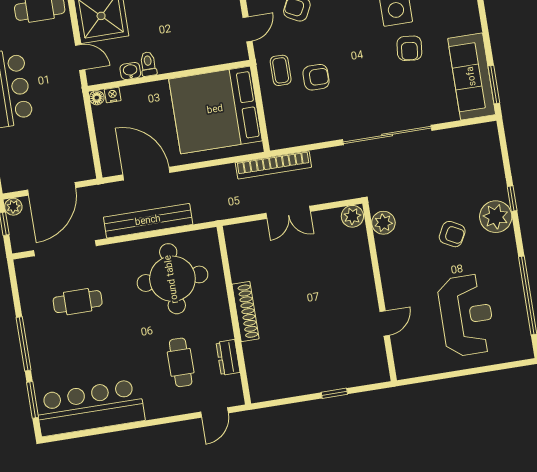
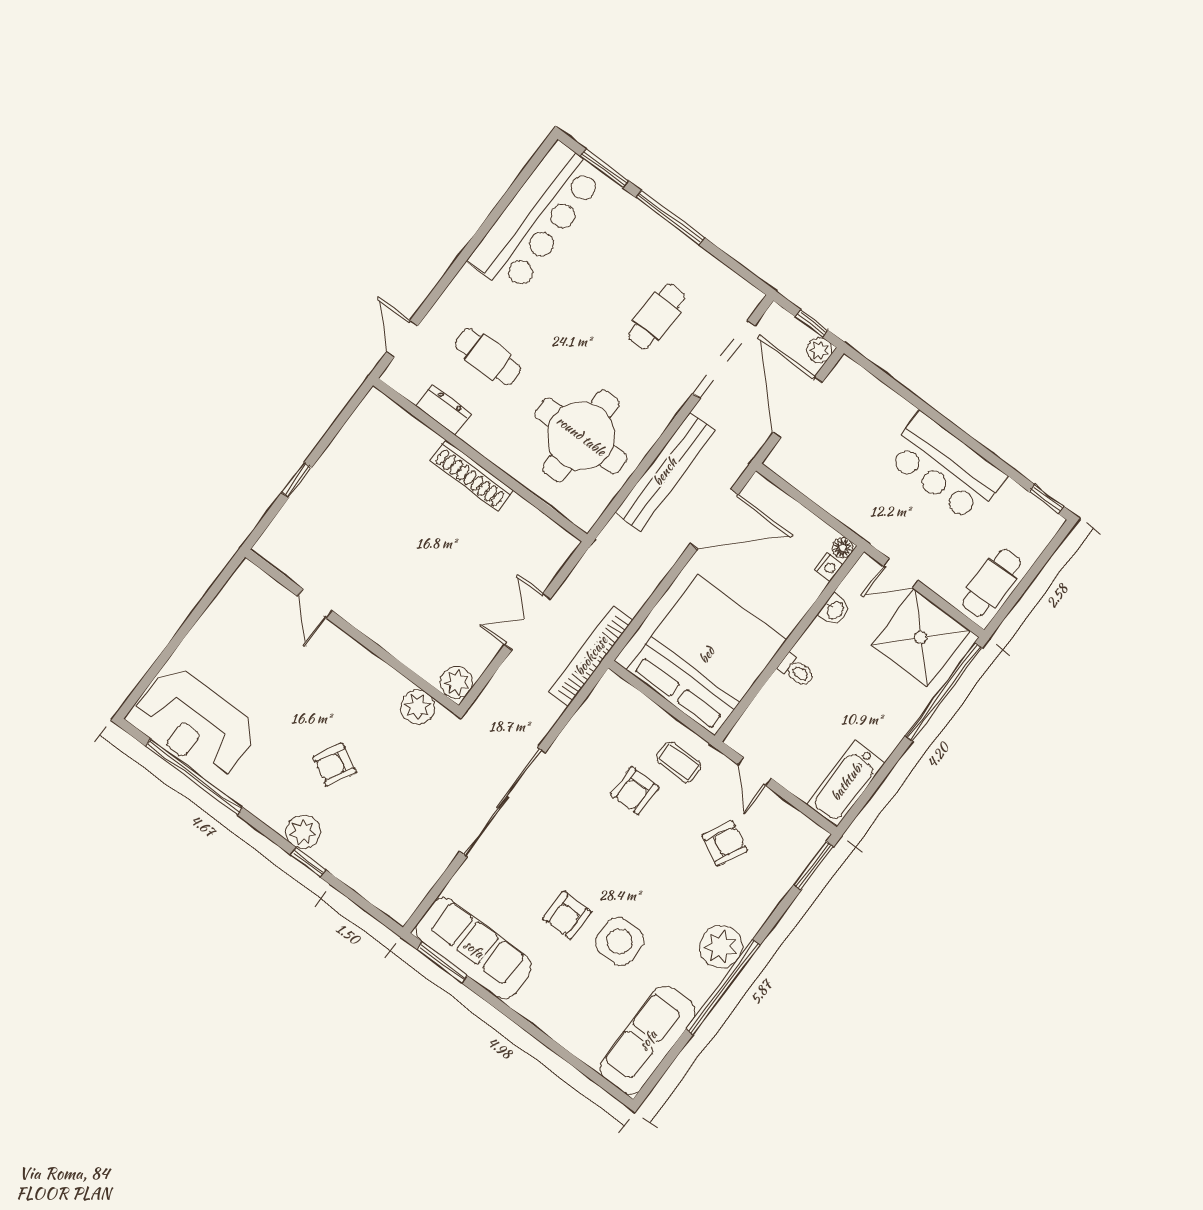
armchair: (409, 48) -> (567, 915), turned -96
toilet: (148, 64) -> (797, 671), moved
plant: (496, 217) -> (303, 832), width x0.73, depth x0.73
reception desk: (467, 315) -> (196, 723), moved

